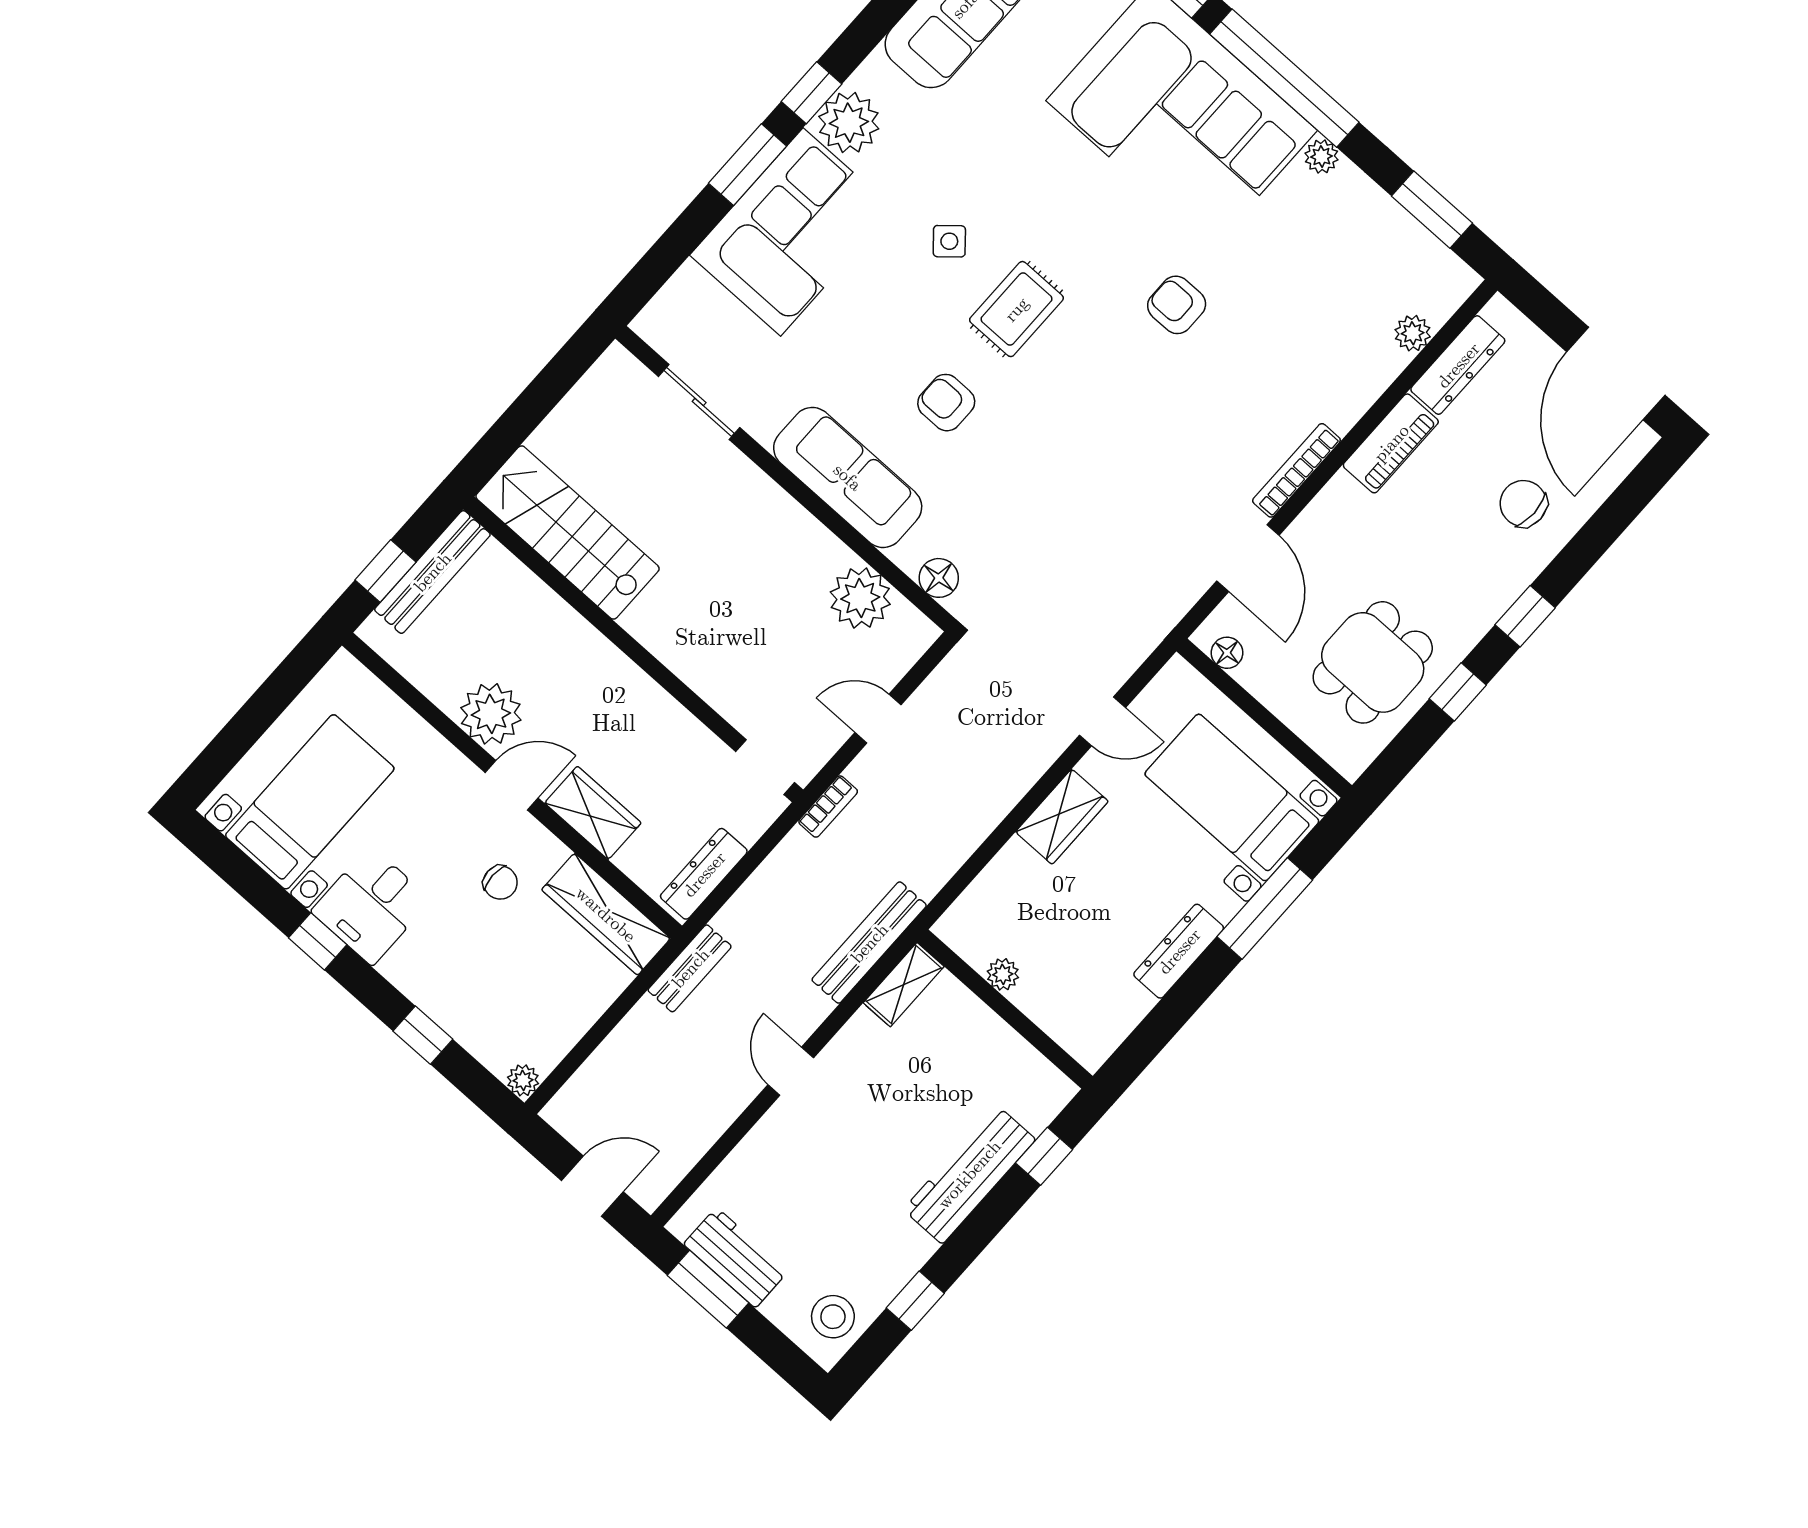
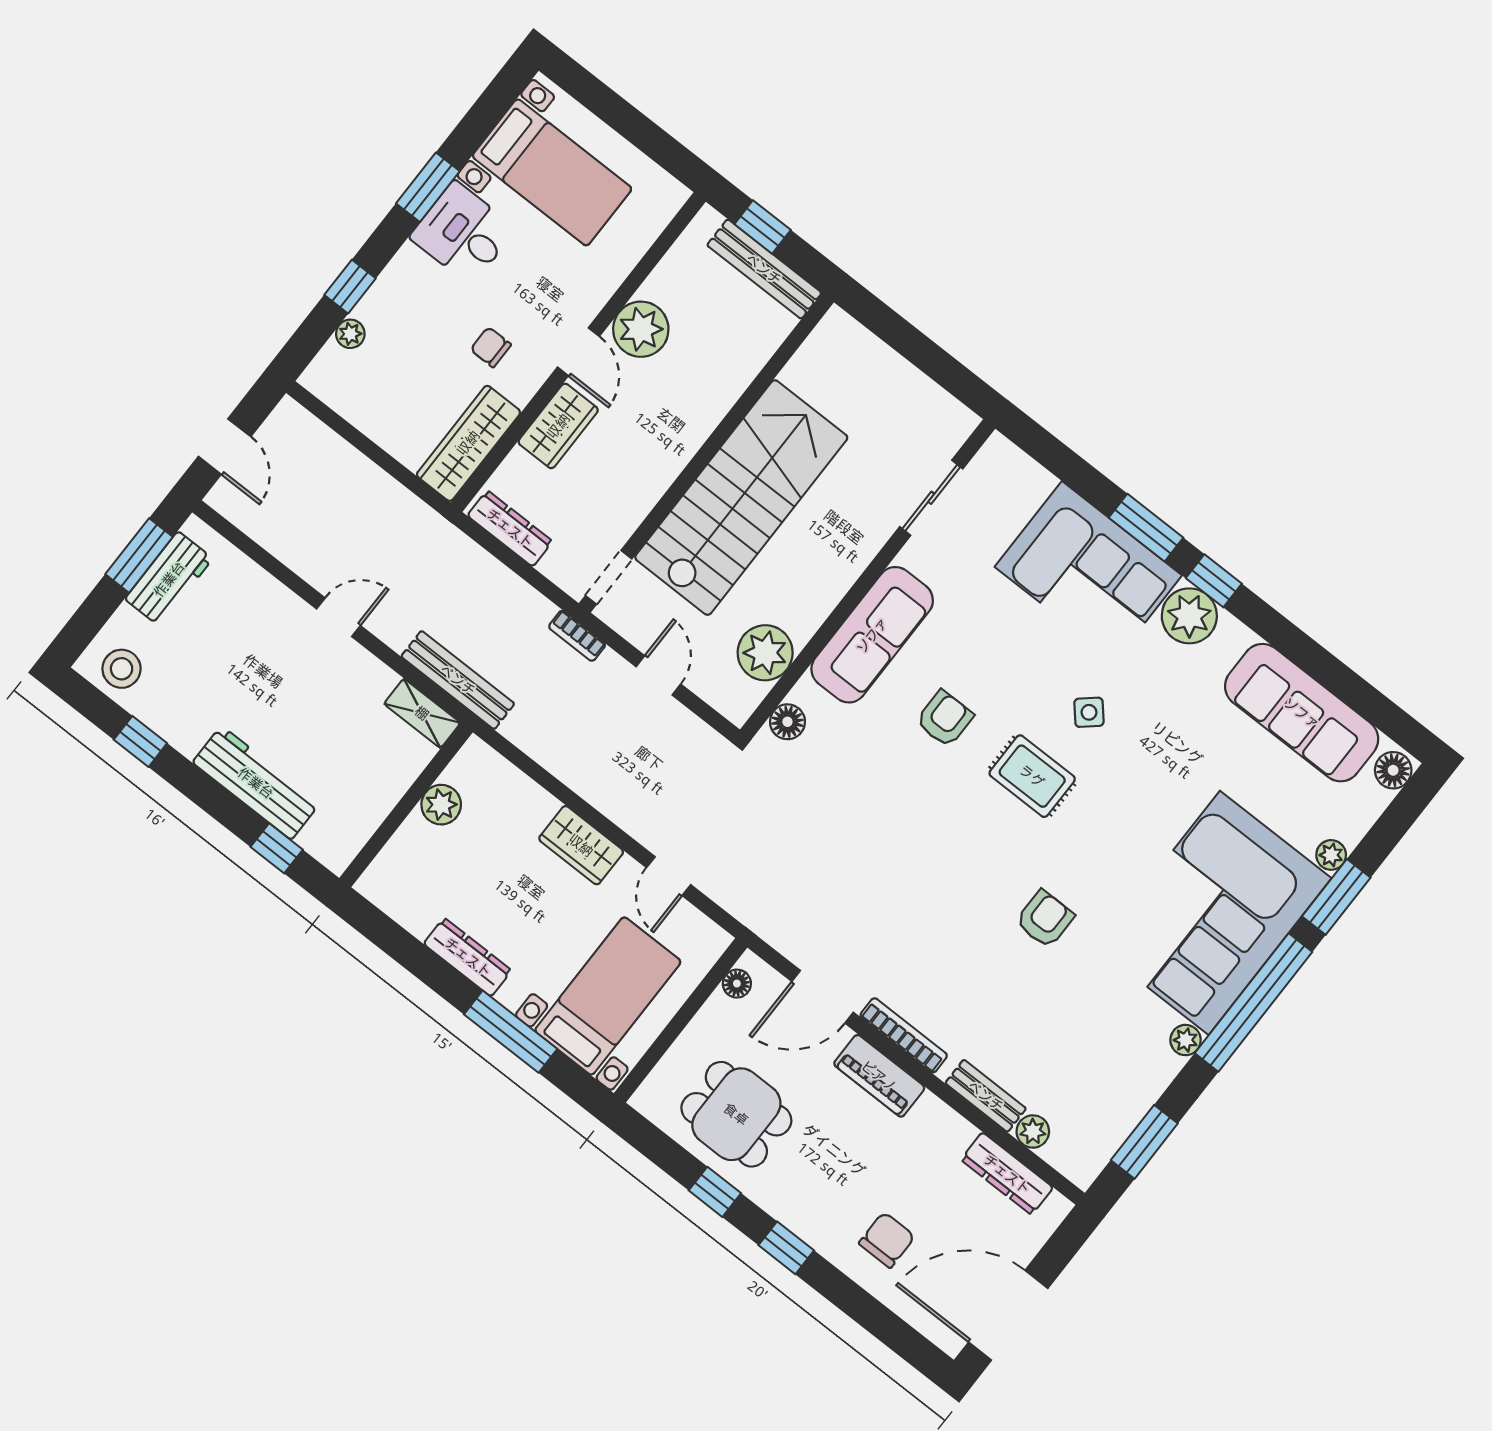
piano: (1391, 443) -> (879, 1076), moved
stairs: (568, 533) -> (741, 498), moved, width x1.36, depth x1.51
chair: (500, 882) -> (491, 347), turned 90
window: (318, 941) -> (428, 187), width x1.50
bench: (690, 968) -> (986, 1096), moved
plant: (1003, 974) -> (441, 805), width x1.38, depth x1.38
plant: (523, 1080) -> (350, 334), moved

